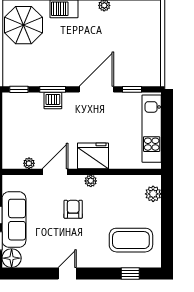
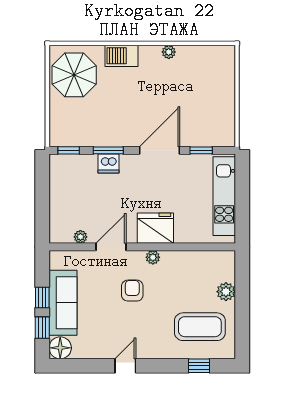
plant: (153, 194) -> (226, 292), moved

